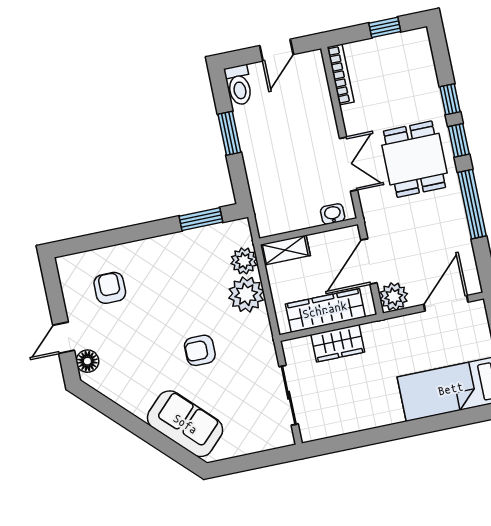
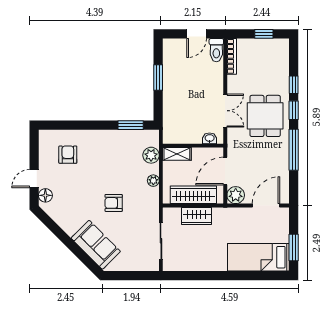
toilet: (239, 85) -> (216, 50), moved
plant: (246, 294) -> (153, 181), width x0.53, depth x0.53

